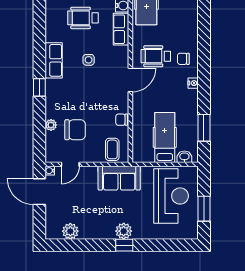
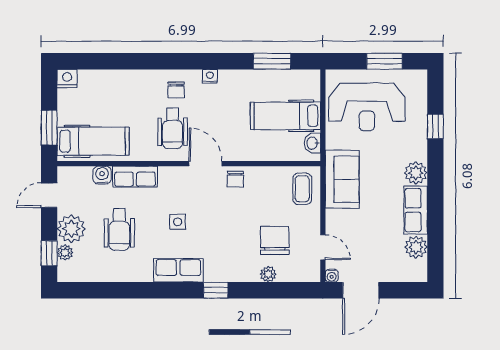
chair: (122, 120) -> (235, 179), moved
coffee table: (112, 149) -> (302, 189), turned 90
washbasin: (184, 157) -> (312, 143), moved
reception desk: (171, 196) -> (367, 107), turned 180
row of seats: (97, 231) -> (416, 210), added
window: (124, 245) -> (435, 126), moved

